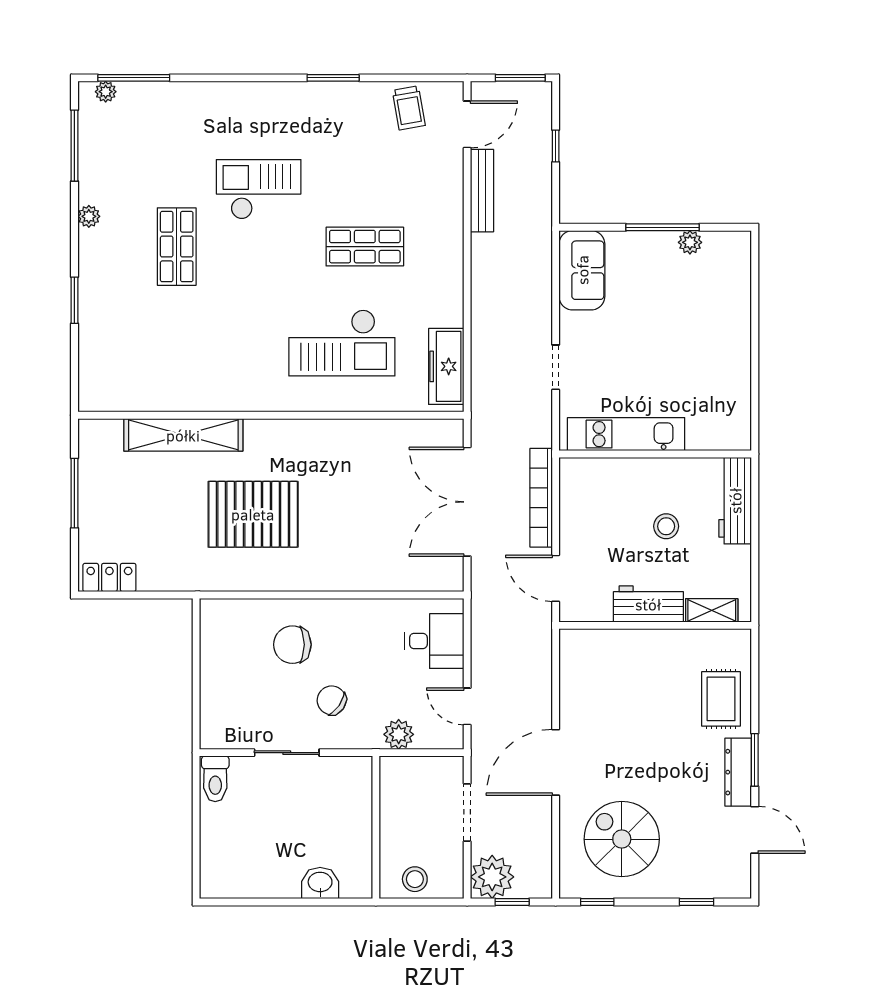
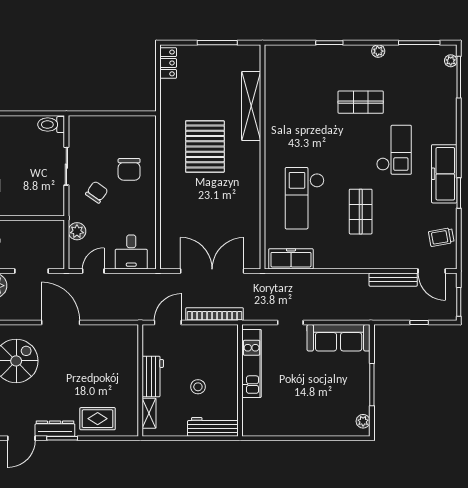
freezer: (300, 103) -> (444, 174), added
plant: (690, 242) -> (363, 421), moved
sofa: (582, 270) -> (339, 338), width x1.36
chair: (292, 645) -> (129, 169), turned 180

